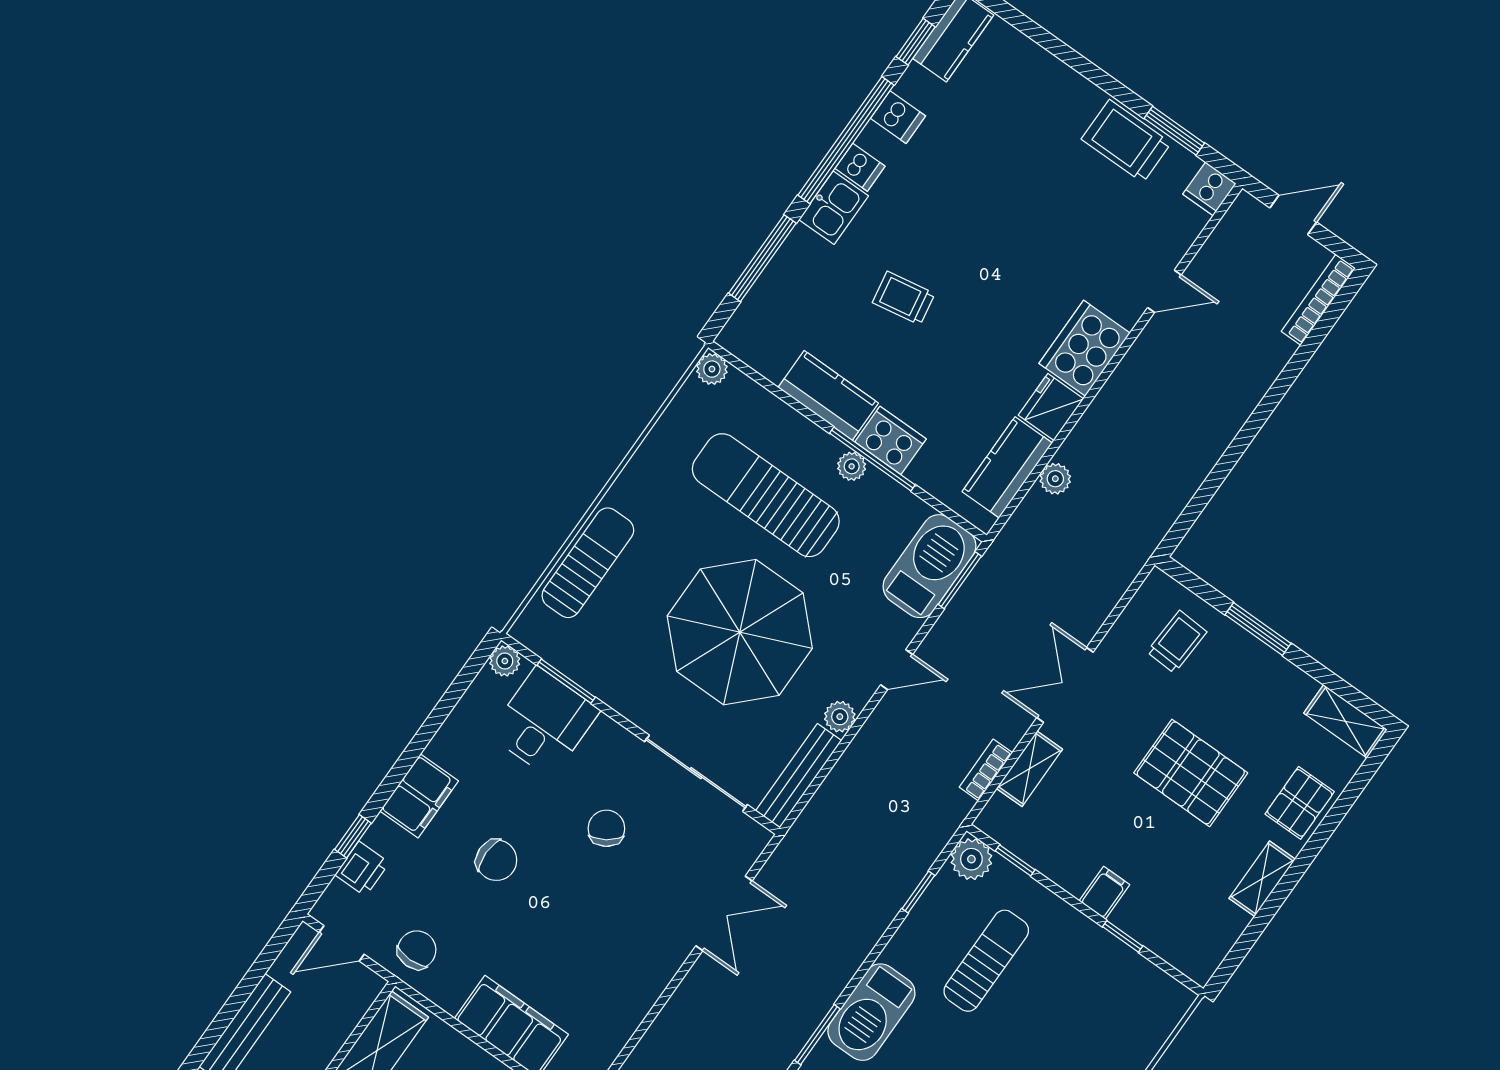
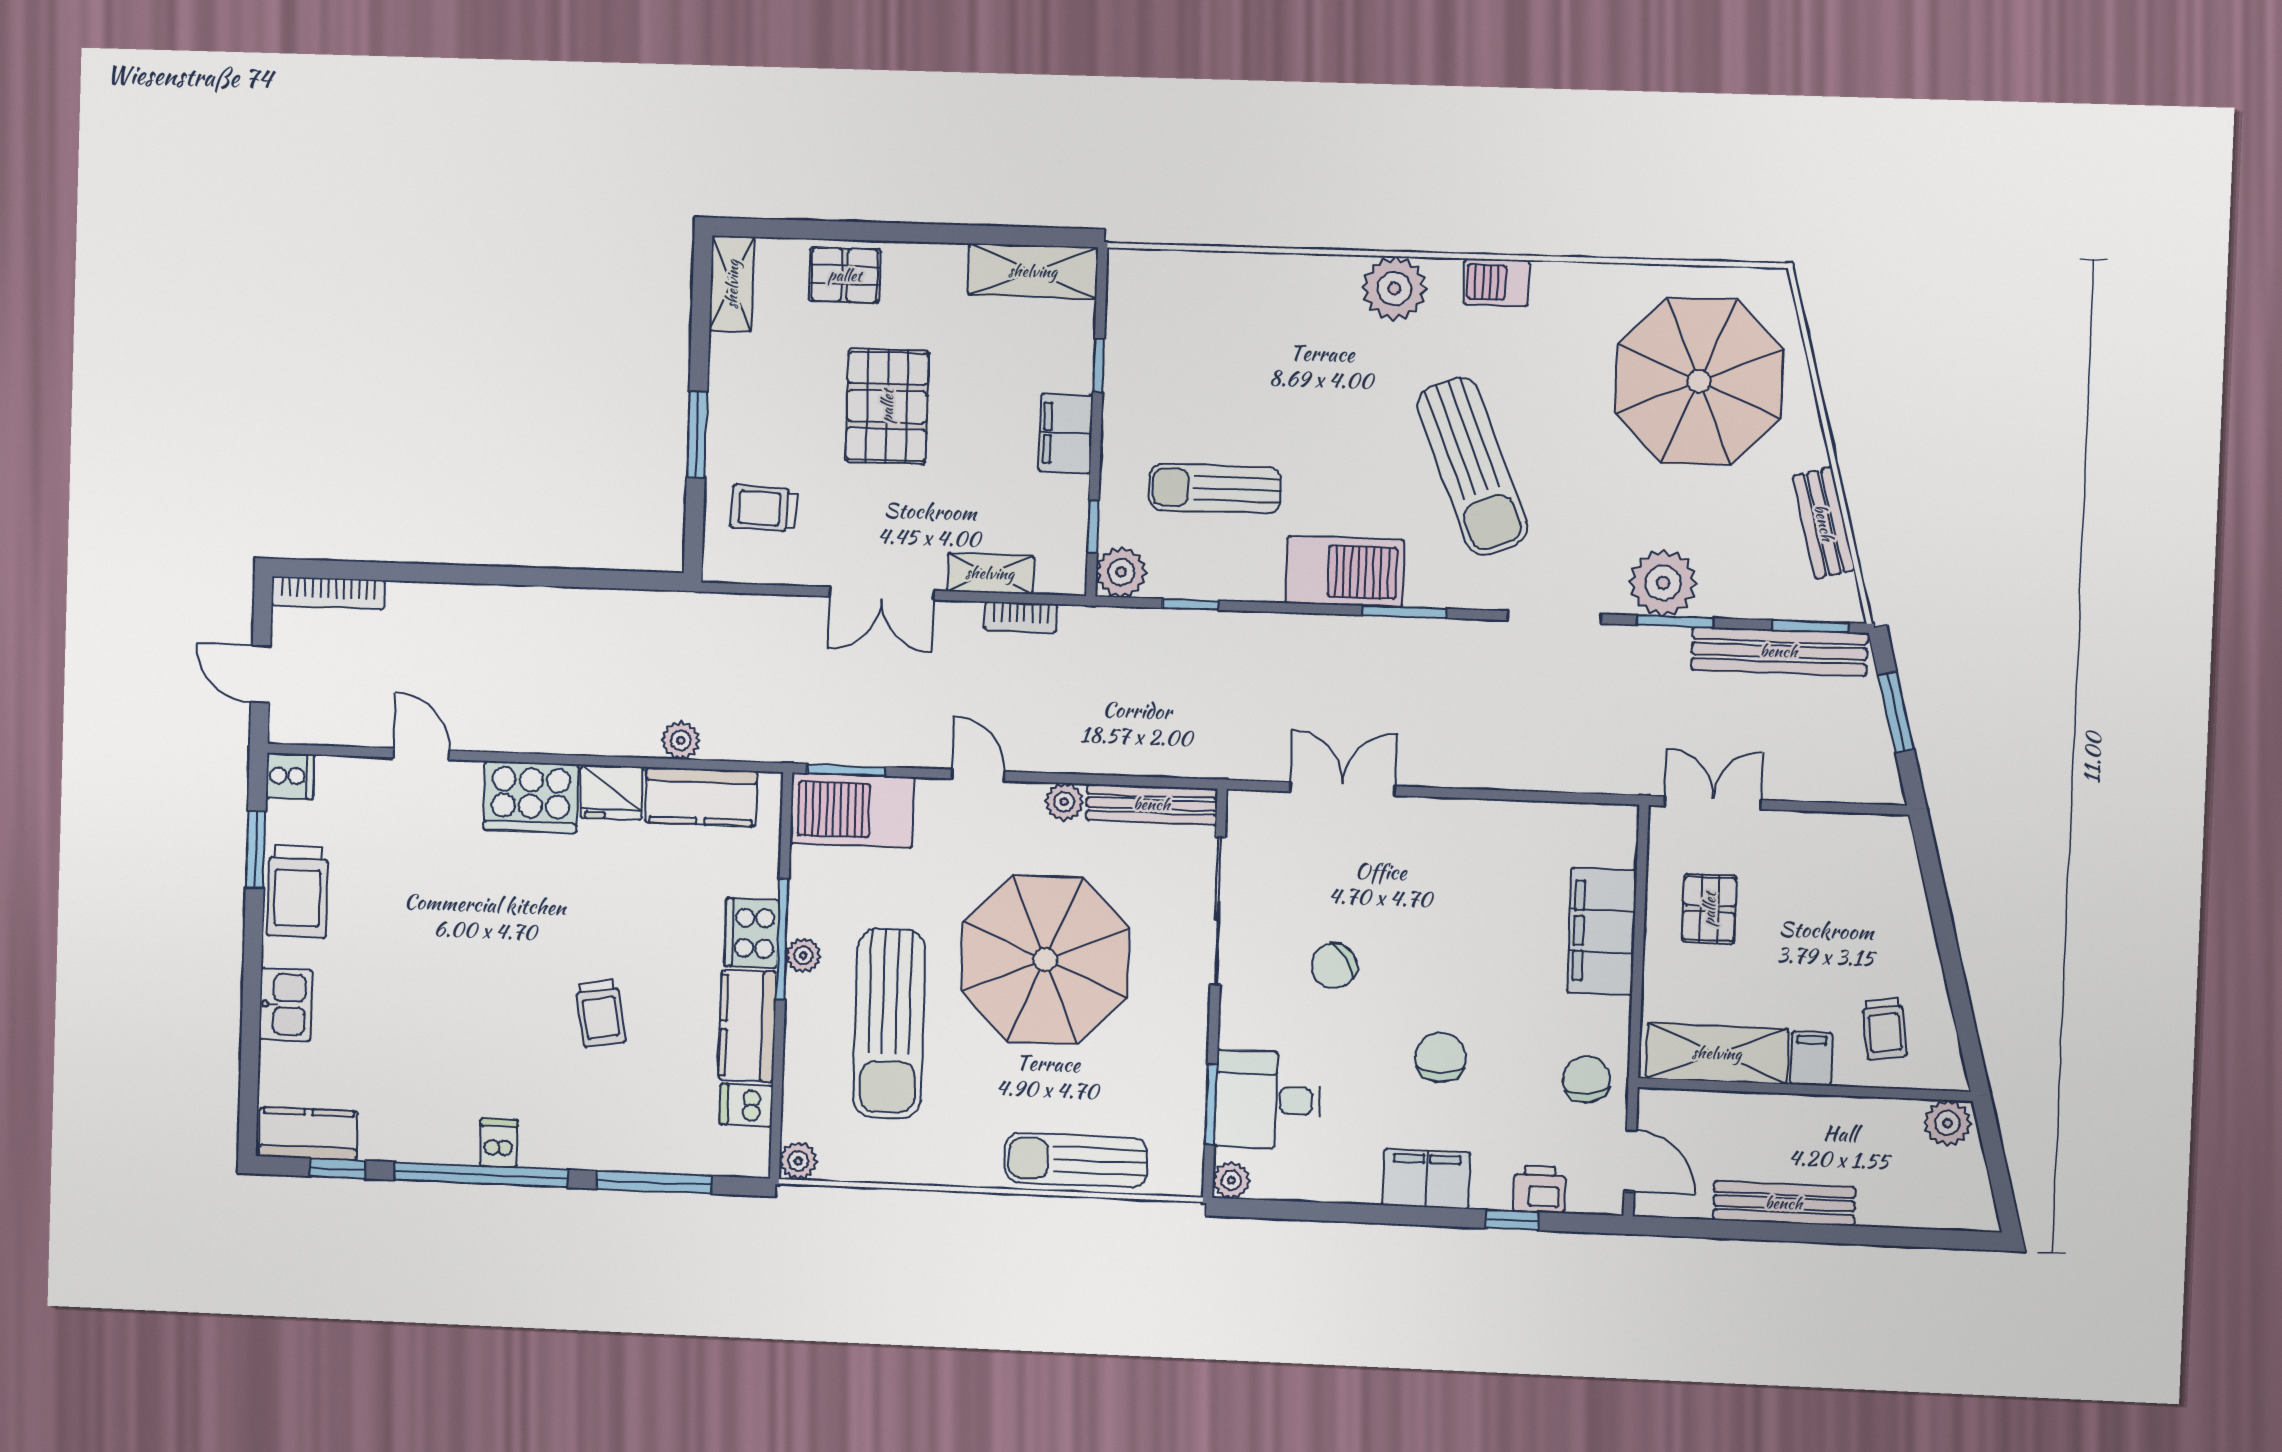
dishwasher: (898, 117) -> (746, 1105), moved, turned -90
kitchen sink: (834, 208) -> (286, 1004), moved, turned 90
shelving: (1262, 879) -> (1033, 271), moved, width x1.50, depth x1.33
filing cabinet: (1104, 893) -> (1066, 433), width x2.00
chair: (417, 950) -> (1586, 1079), turned 82

